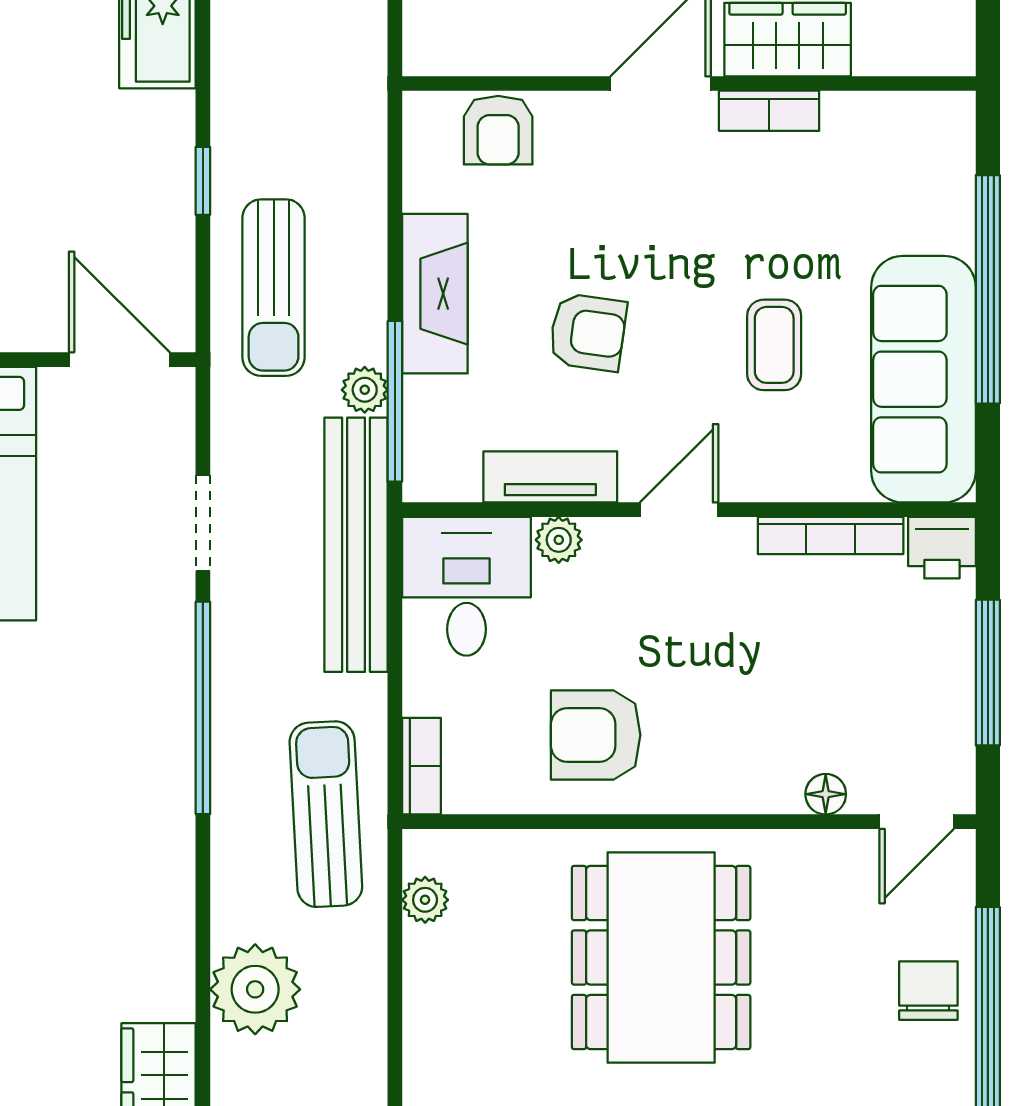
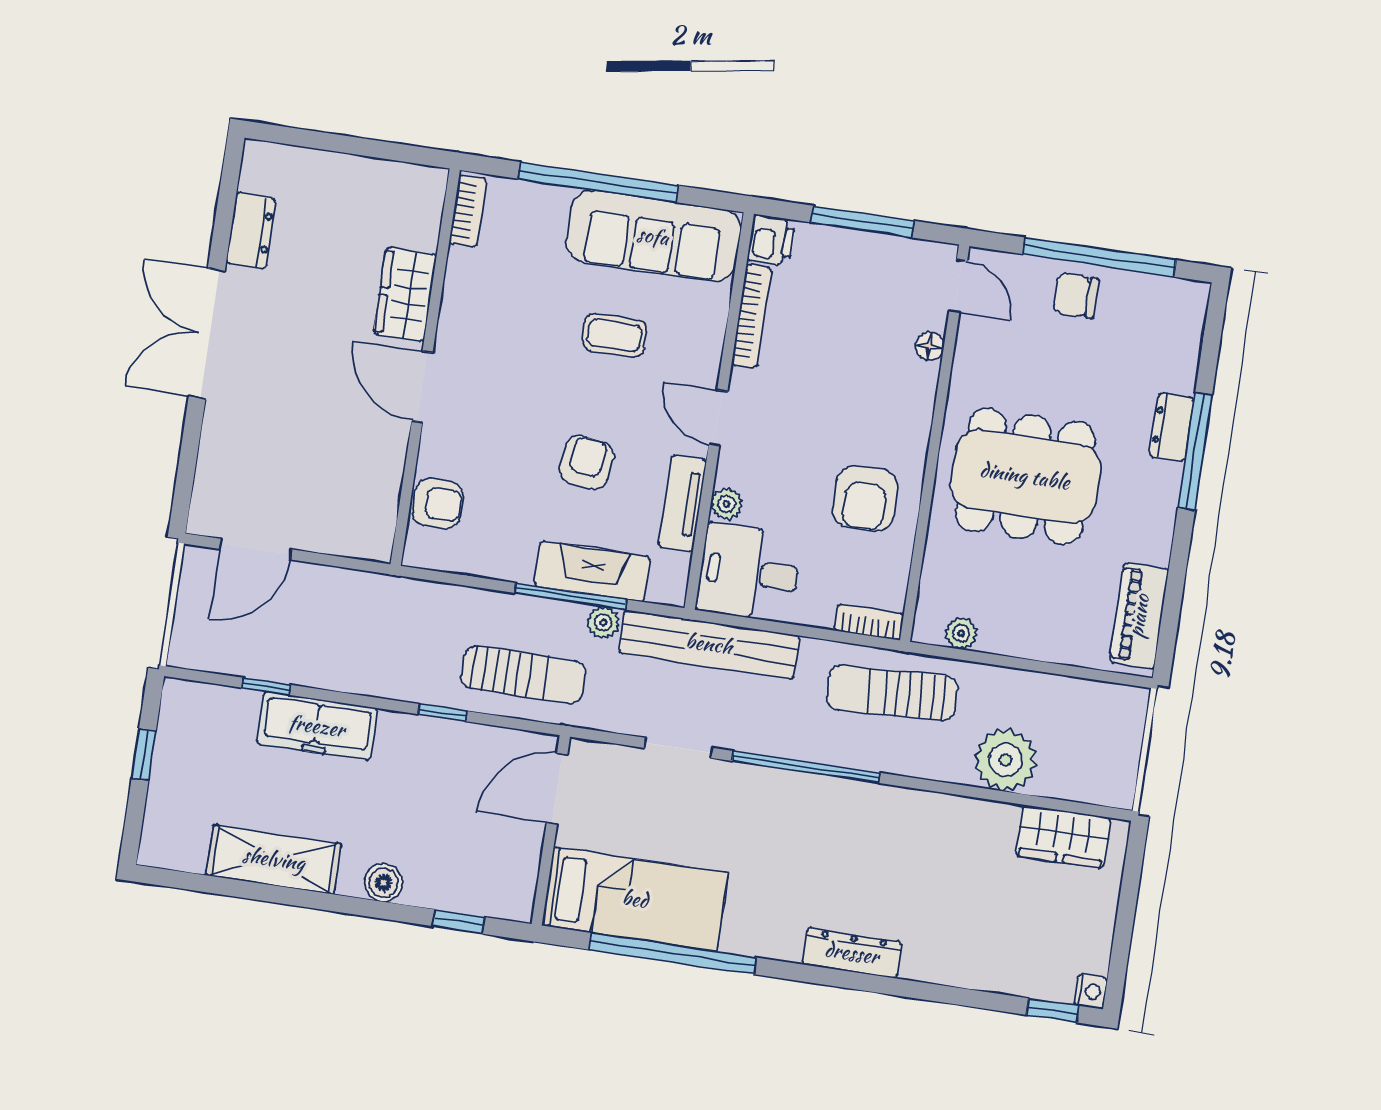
bookcase: (769, 111) -> (468, 211), moved
fireplace: (435, 294) -> (592, 571), moved
window: (395, 401) -> (571, 596), moved

